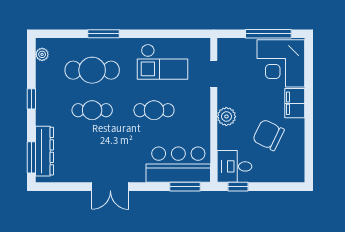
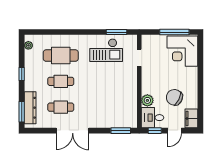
window: (103, 34) -> (117, 32), moved
filing cabinet: (295, 103) -> (191, 118), moved
cafe table: (154, 110) -> (61, 107), moved
plant: (226, 117) -> (147, 100), moved
bar counter: (178, 165) -> (116, 116), removed
double door: (110, 187) -> (73, 131), width x1.37
door: (269, 187) -> (175, 131), added

